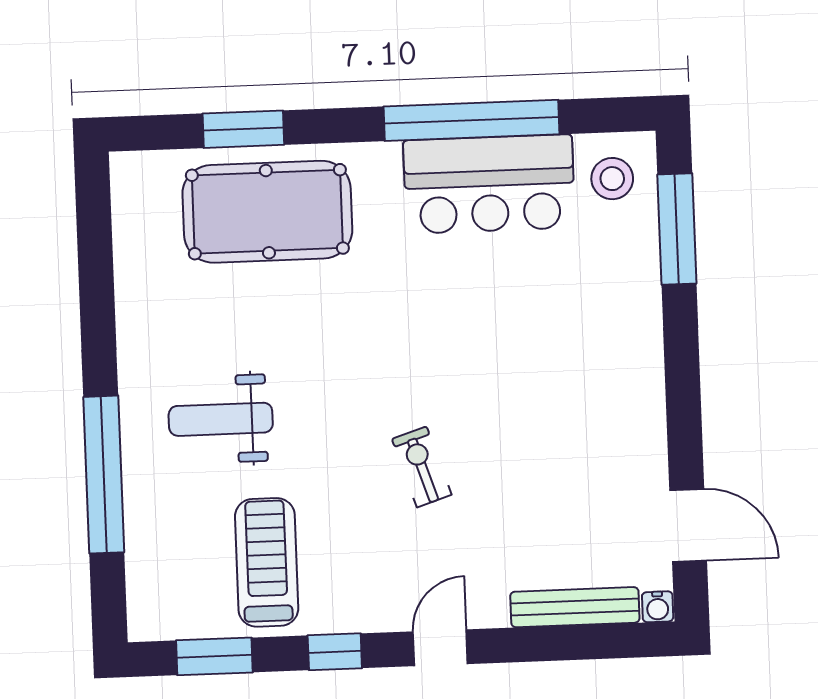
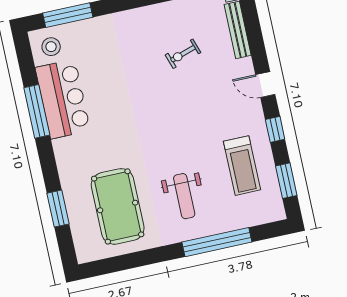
window: (472, 120) -> (37, 111), width x0.68
pool table: (267, 212) -> (118, 206), moved
exercise bike: (422, 467) -> (183, 54), moved
treadmill: (267, 562) -> (242, 166), turned -90

